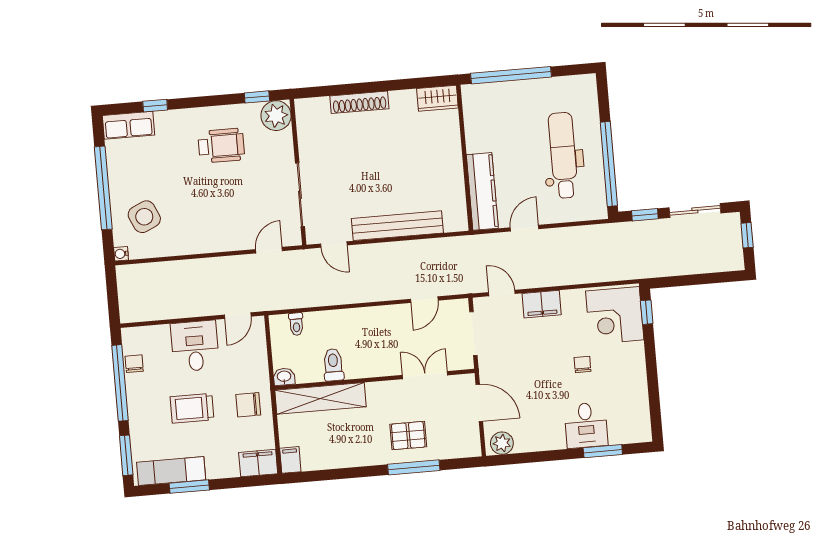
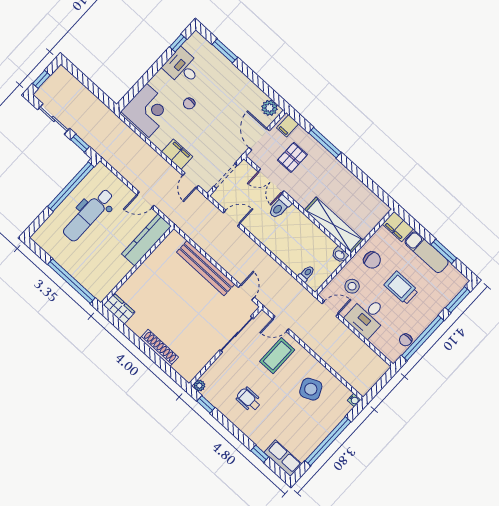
plant: (276, 116) -> (199, 386), width x0.53, depth x0.53
wheelchair: (221, 146) -> (249, 400), width x0.73, depth x0.73
side table: (144, 217) -> (311, 389), moved
coffee table: (240, 217) -> (277, 356), added
window: (647, 312) -> (178, 43), moved
stool: (240, 359) -> (352, 286), added
toilet: (333, 365) -> (280, 207), moved
trolley: (192, 408) -> (401, 288), turned 180
desk: (586, 425) -> (182, 67), moved, turned -90
pallet: (408, 436) -> (292, 157), moved, turned 90
filing cabinet: (290, 460) -> (288, 126), moved
exam couch: (171, 471) -> (427, 252), moved

